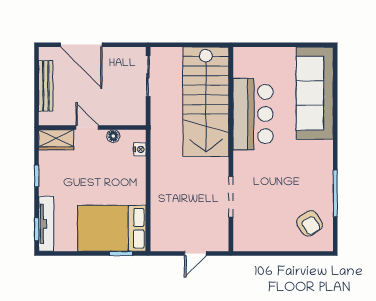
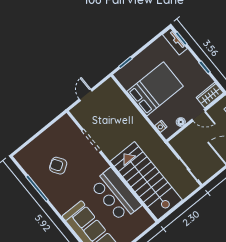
armchair: (309, 223) -> (58, 166), moved
tv unit: (46, 224) -> (175, 41), width x0.71
bed: (112, 228) -> (155, 89), moved

